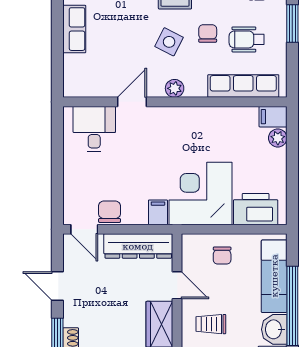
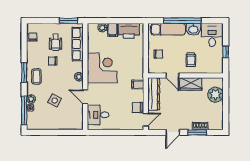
window: (292, 23) -> (69, 21), moved
row of seats: (74, 29) -> (51, 124), removed
side table: (169, 42) -> (55, 100), moved
filing cabinet: (273, 117) -> (112, 30), moved
corner desk: (200, 194) -> (102, 68), moved, turned 180
printer: (256, 209) -> (129, 31), moved, turned -90
door: (177, 285) -> (172, 75), swing flipped

